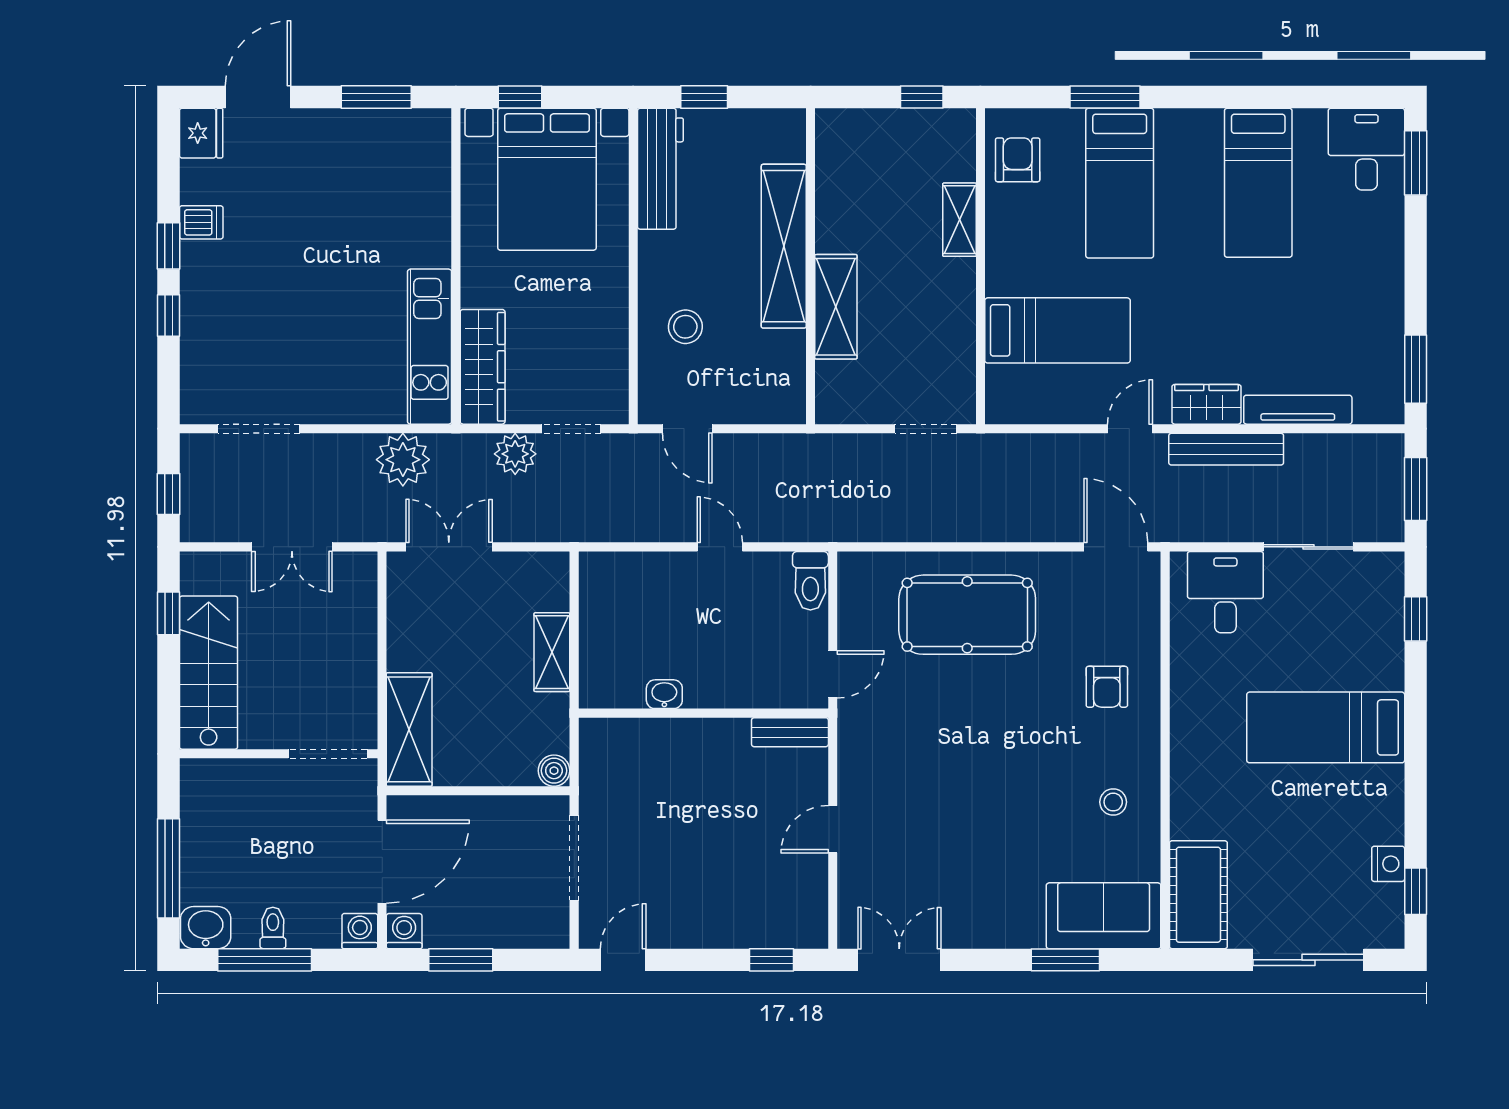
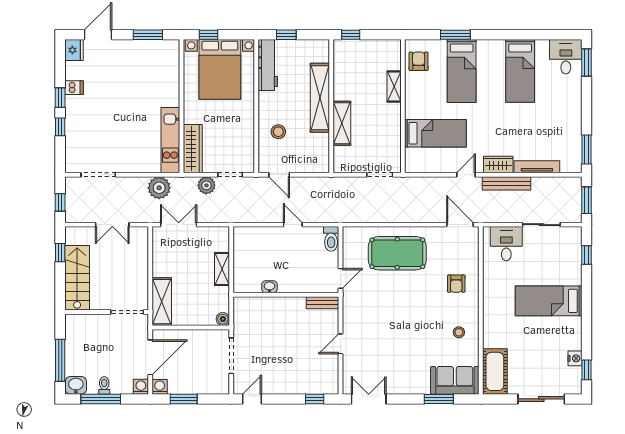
window: (922, 97) -> (351, 35), moved

